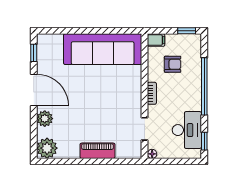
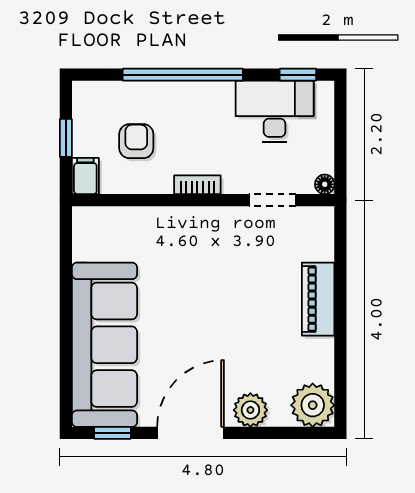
window: (187, 31) -> (66, 138), moved
sofa: (103, 49) -> (104, 345), moved

